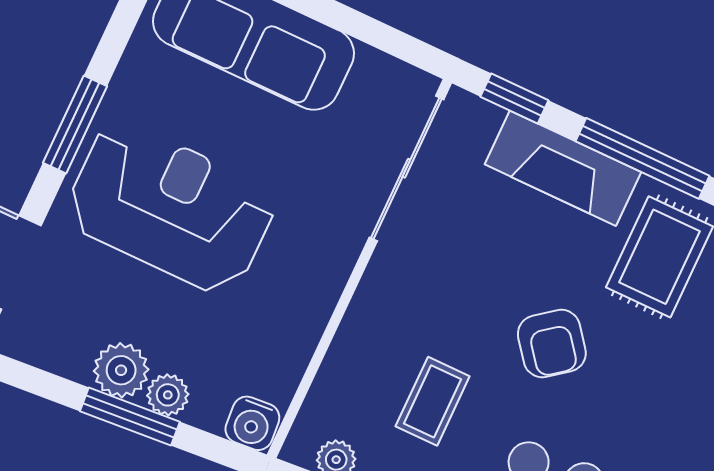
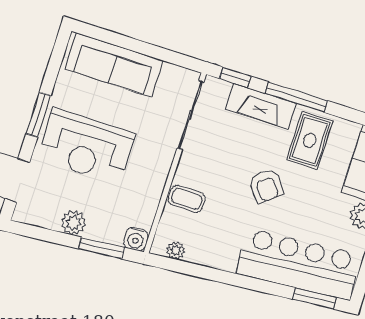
reception desk: (170, 207) -> (86, 146), turned 180
plant: (168, 395) -> (96, 231), removed
coffee table: (433, 401) -> (187, 199), moved, turned 90
window: (130, 417) -> (102, 248), moved

